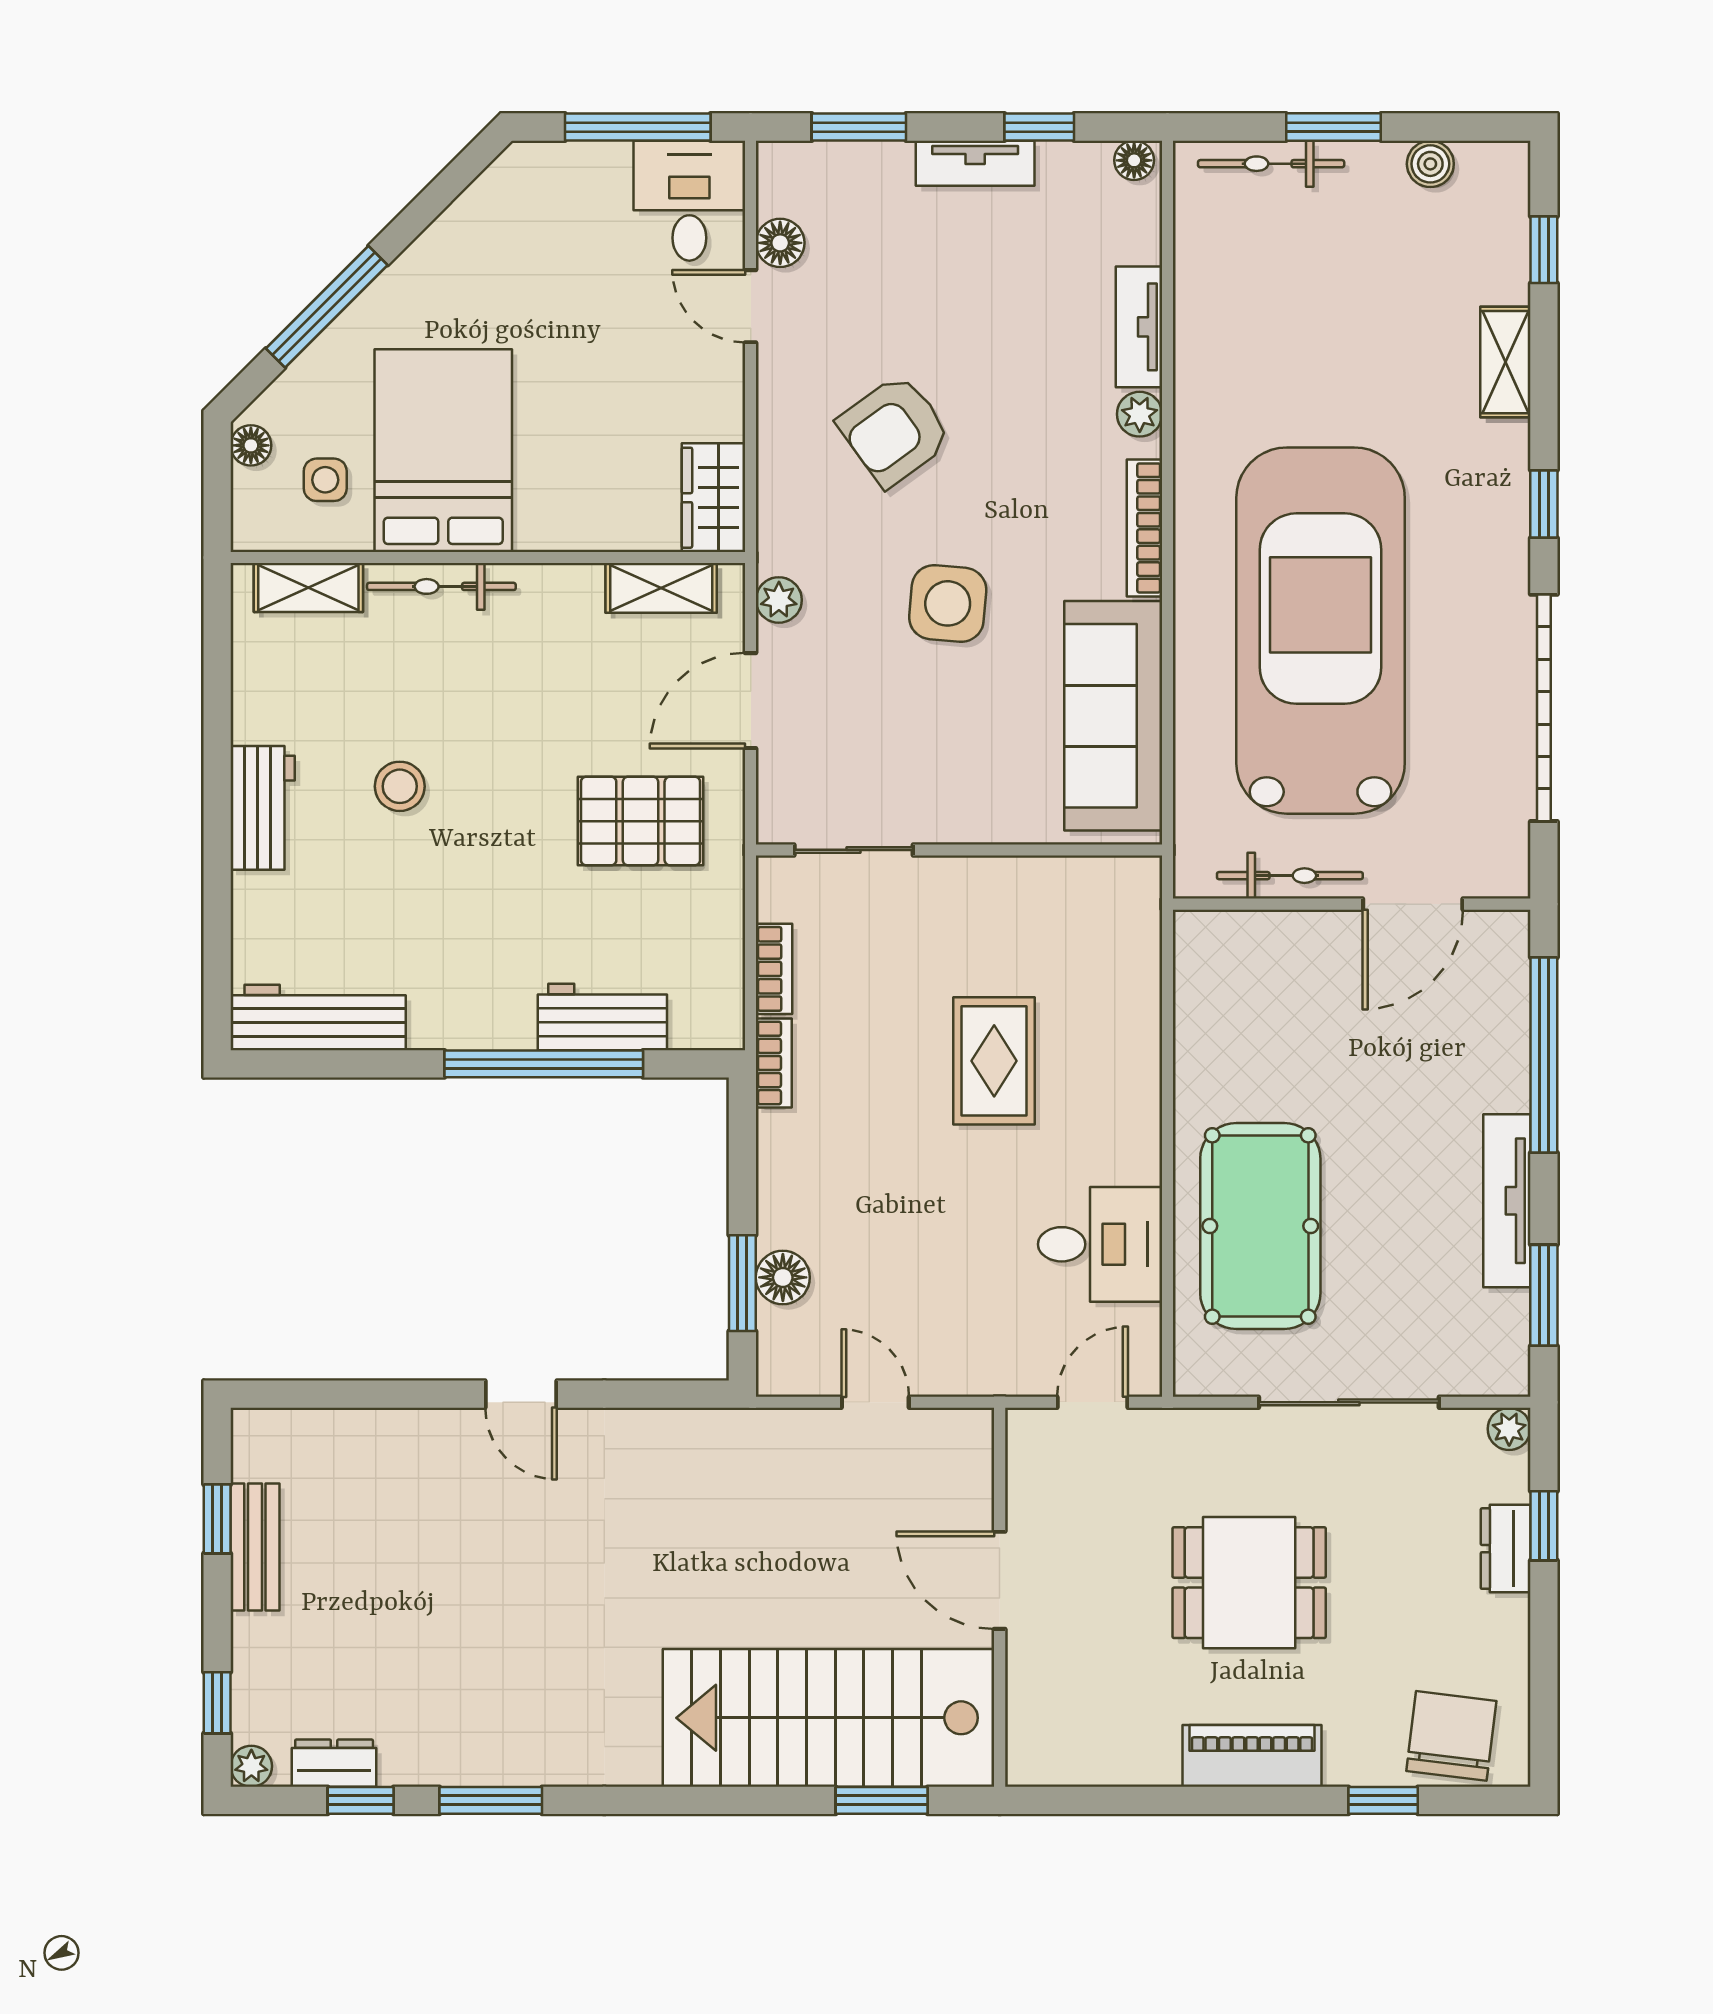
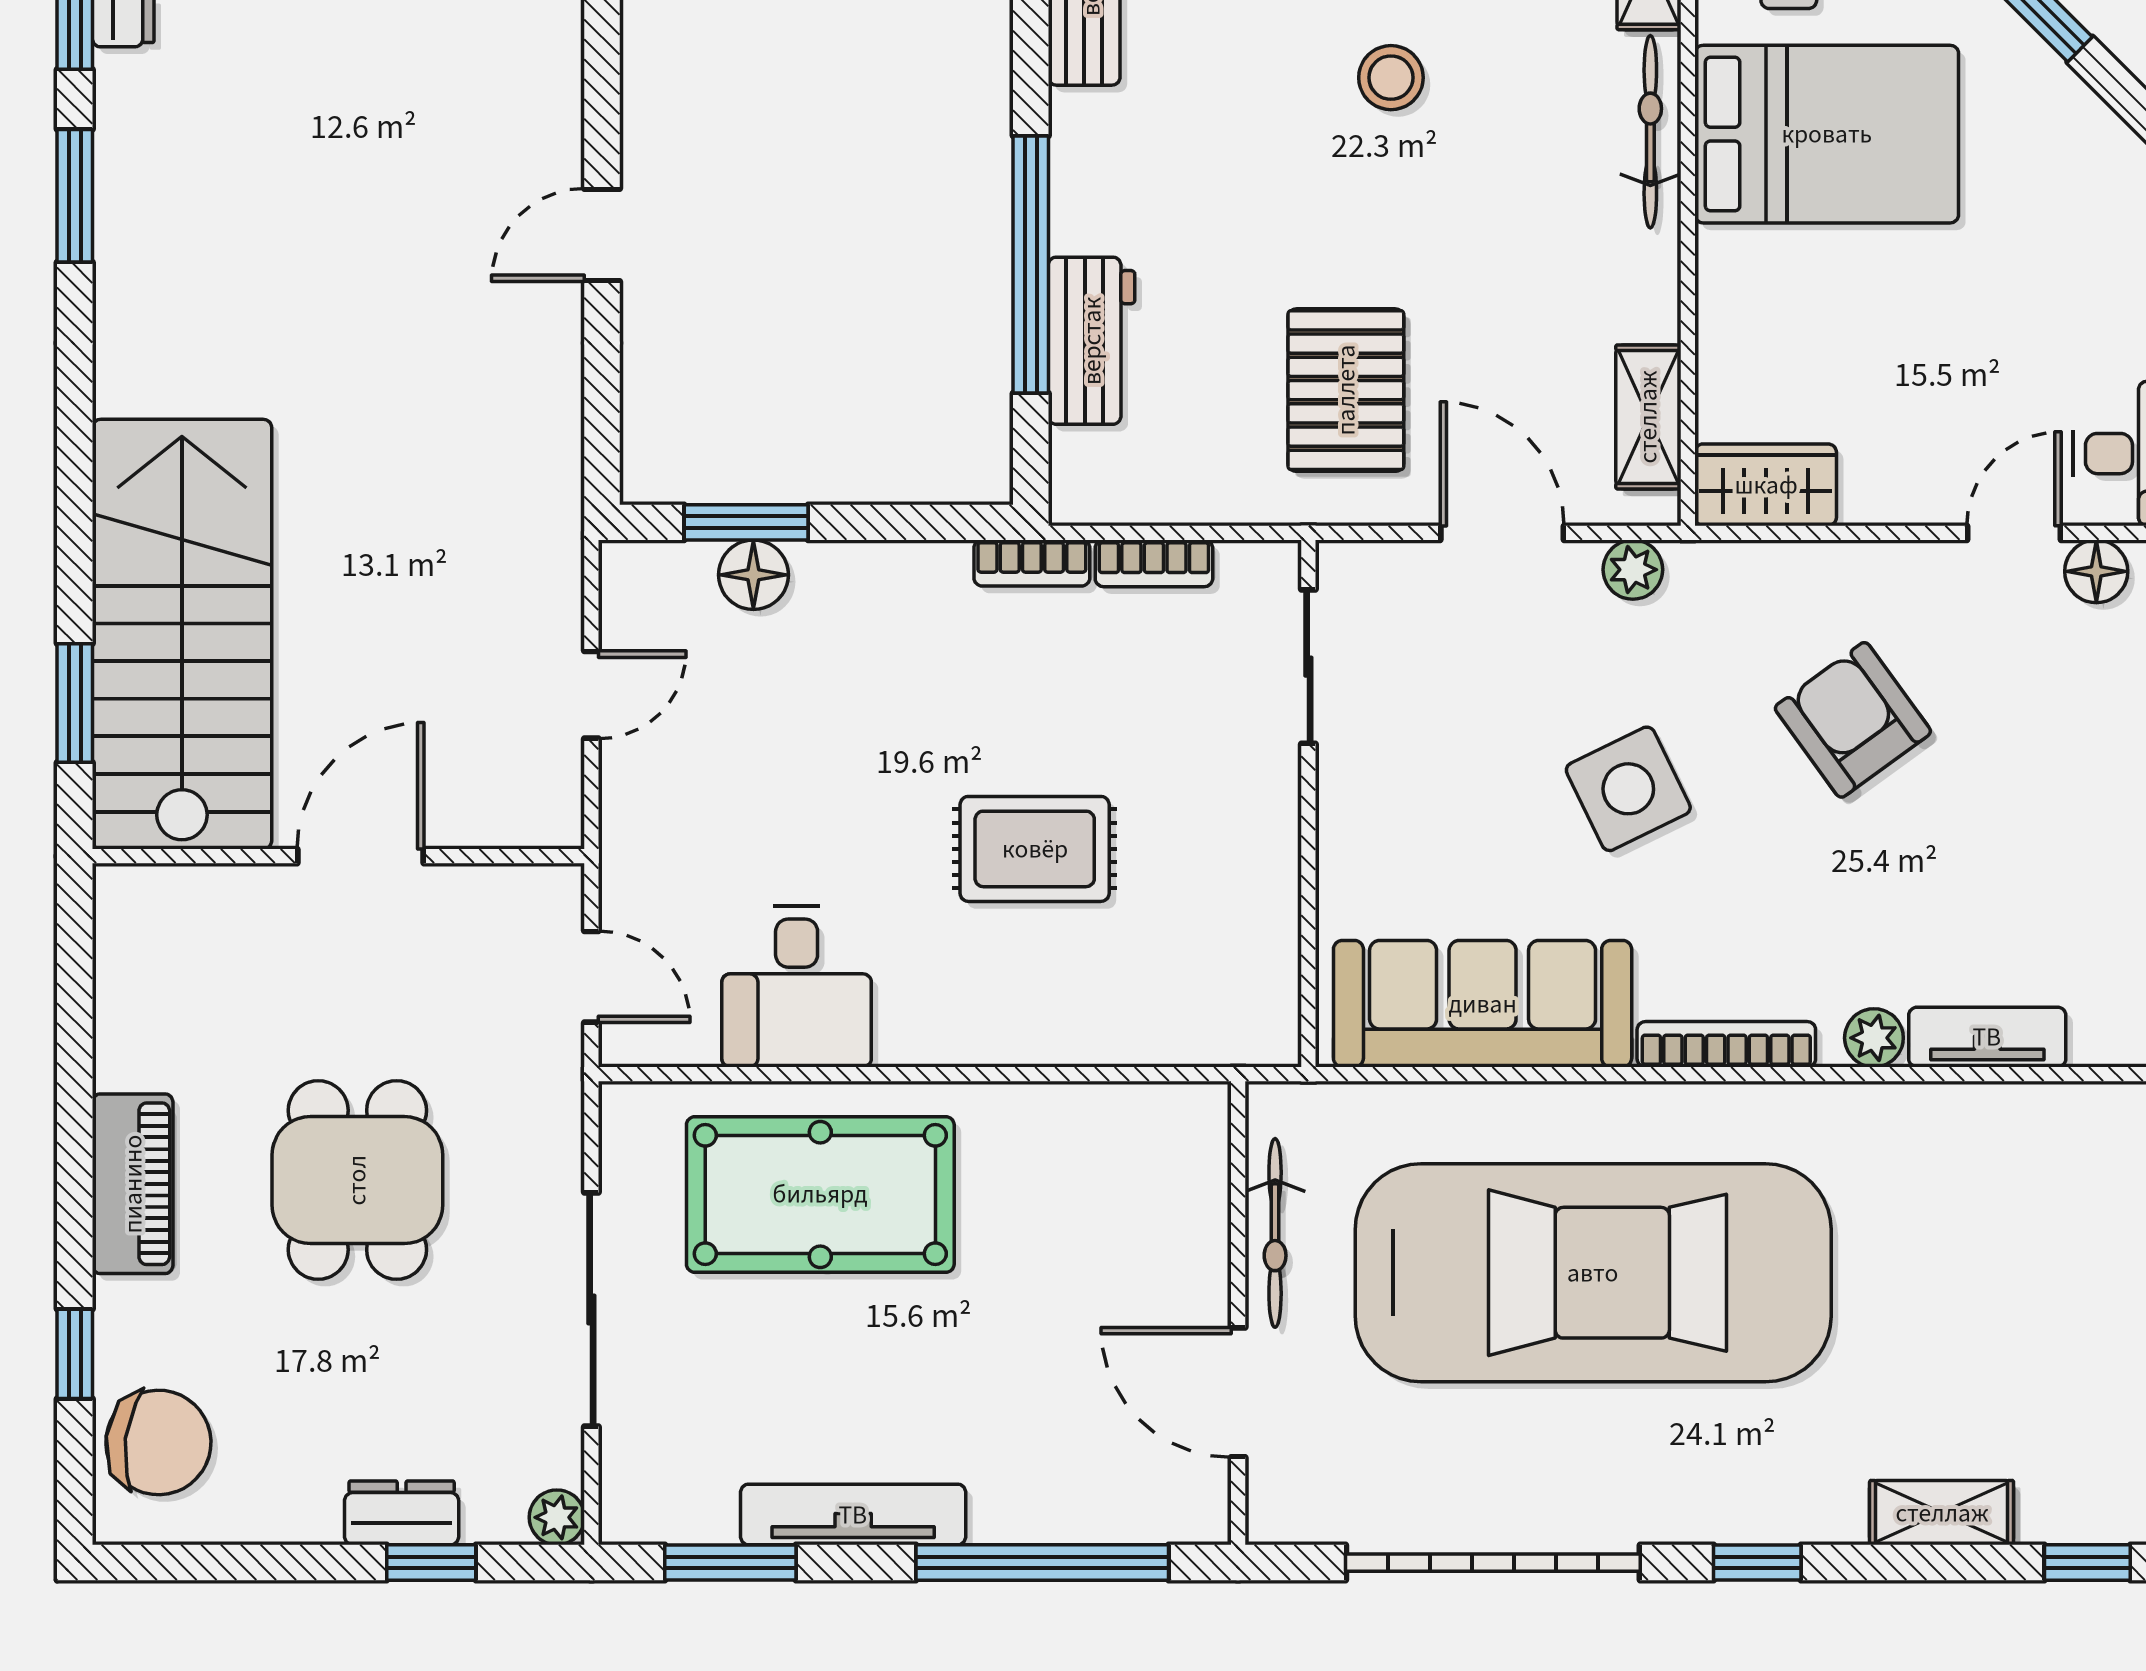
side table: (948, 603) -> (1628, 789), turned -31

